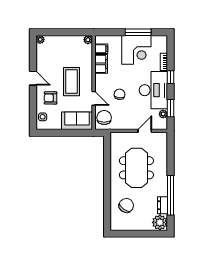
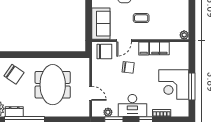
filing cabinet: (101, 49) -> (144, 49), moved
coffee table: (72, 82) -> (141, 18), width x0.54, depth x0.58
desk: (153, 90) -> (132, 105), width x0.73, depth x0.77
meeting table: (136, 168) -> (53, 85), turned 90

